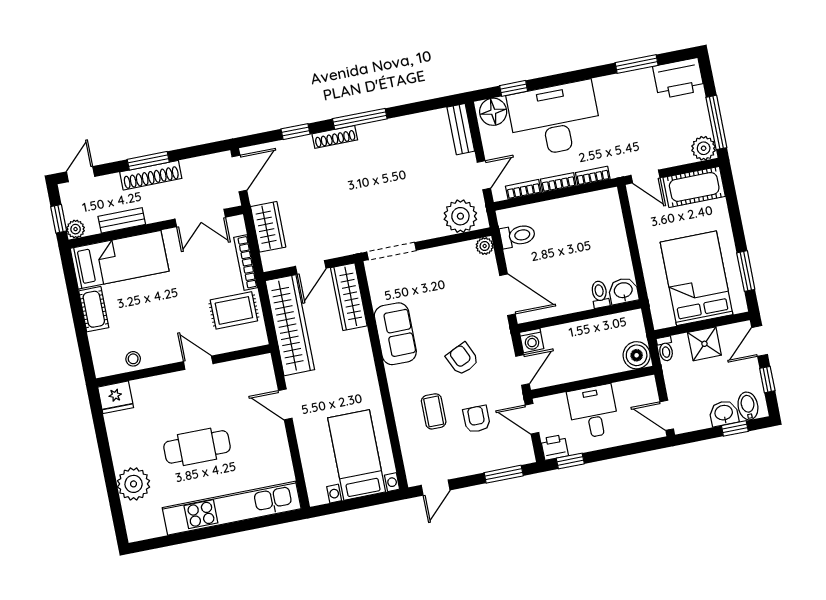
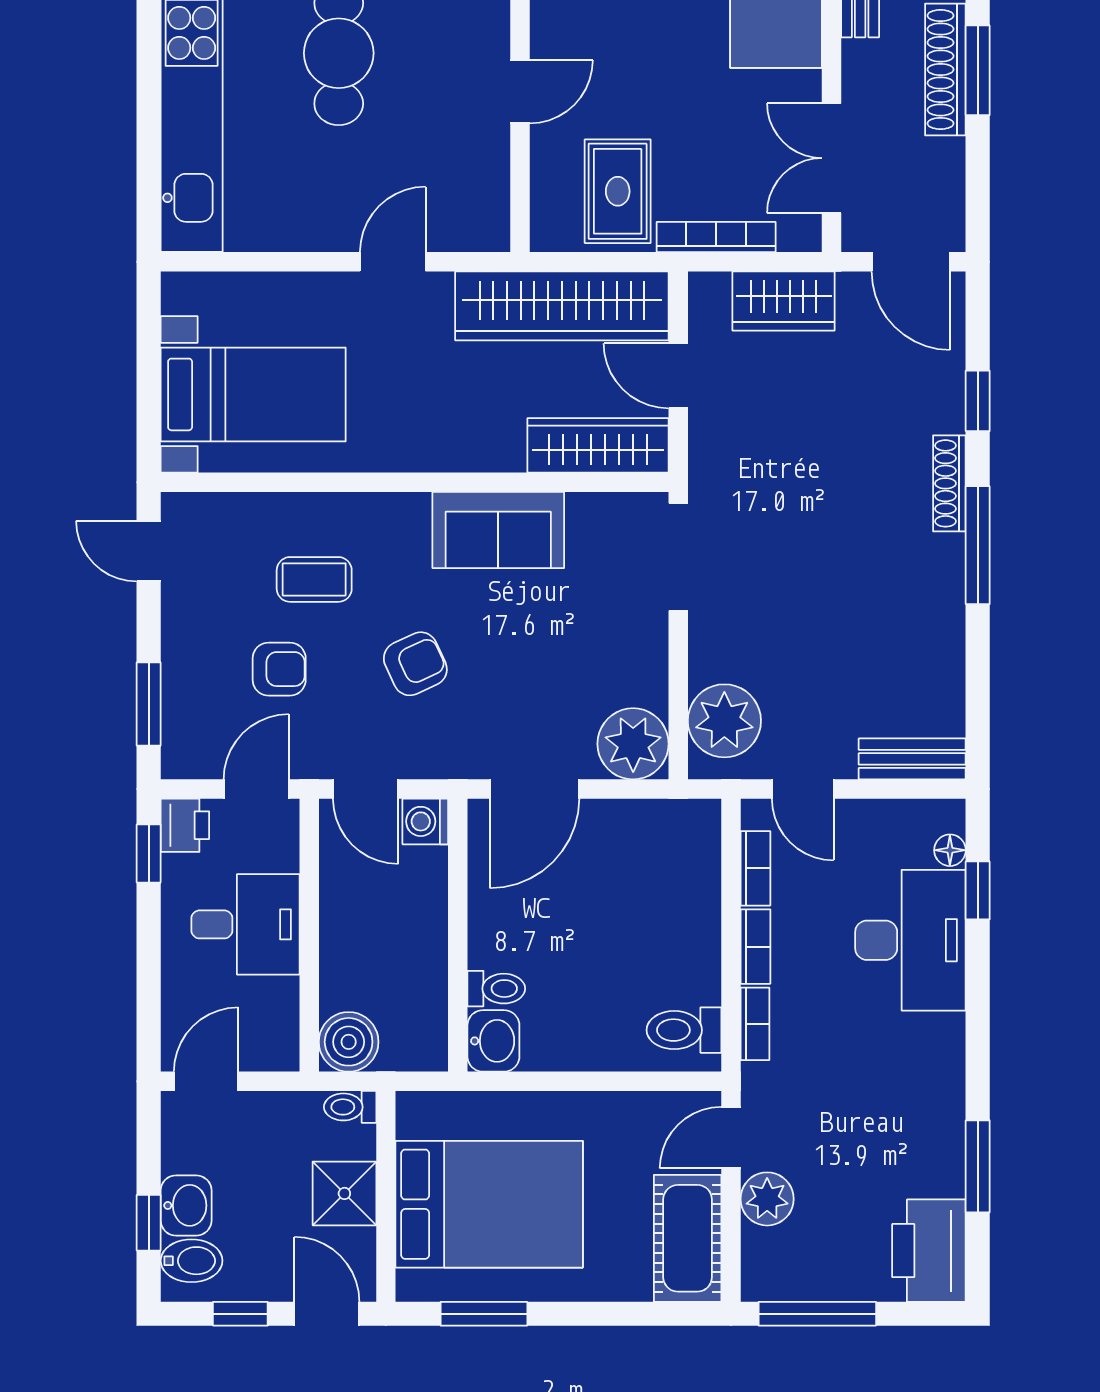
floor lamp: (493, 112) -> (950, 850), width x0.53, depth x0.53
desk: (555, 119) -> (910, 940), width x0.73, depth x0.77
plant: (704, 148) -> (767, 1199), moved
toilet: (518, 236) -> (684, 1030), moved, turned 90
plant: (485, 246) -> (633, 744), width x1.88, depth x1.88

